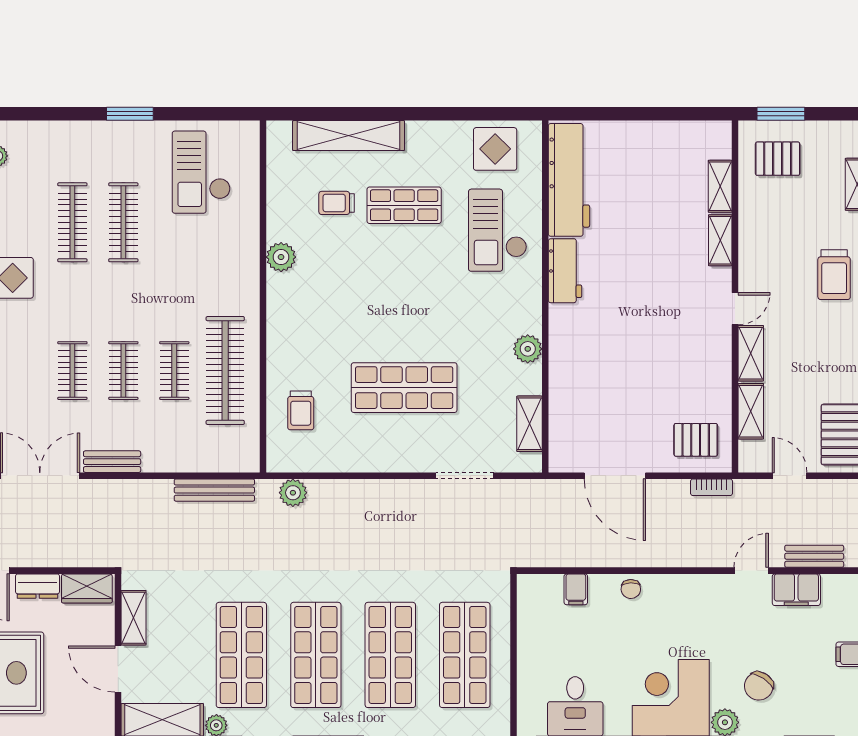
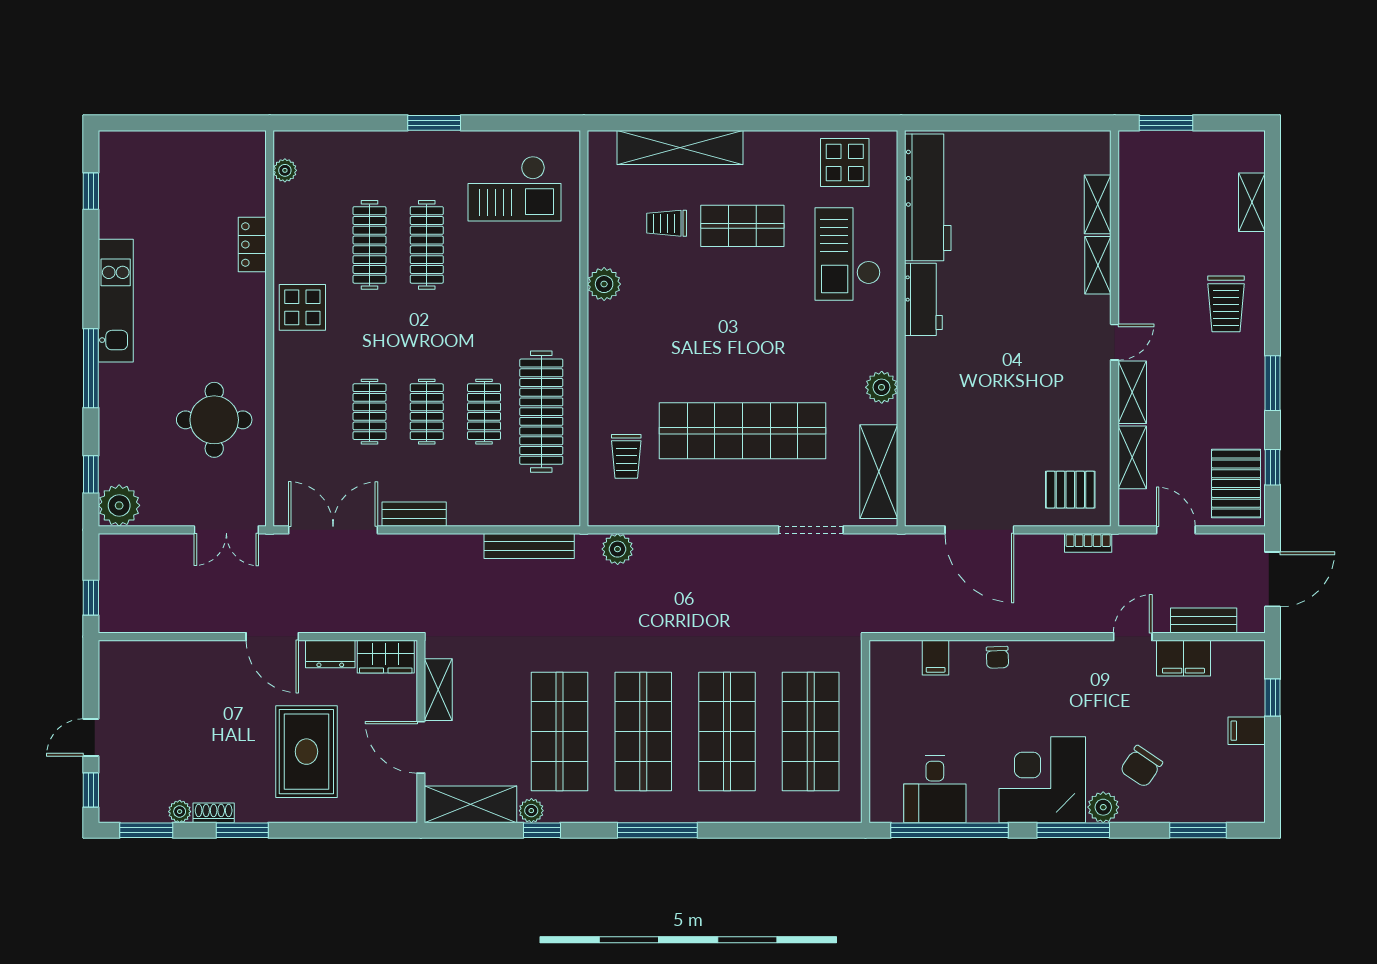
pallet: (778, 159) -> (1162, 173), removed
checkout: (201, 172) -> (514, 189), turned -90
shop shelf: (404, 388) -> (742, 431), width x1.40
shelving: (529, 424) -> (879, 472), width x1.50, depth x1.33

